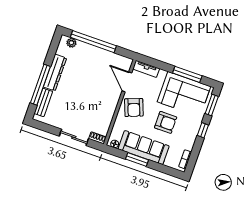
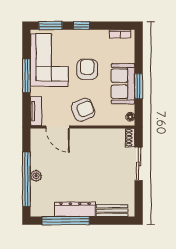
plant: (71, 43) -> (36, 176), moved
window: (187, 74) -> (26, 76), moved
door: (127, 82) -> (58, 127), hinge flipped
window: (40, 85) -> (66, 221), moved
sofa: (144, 147) -> (123, 84), width x0.73

